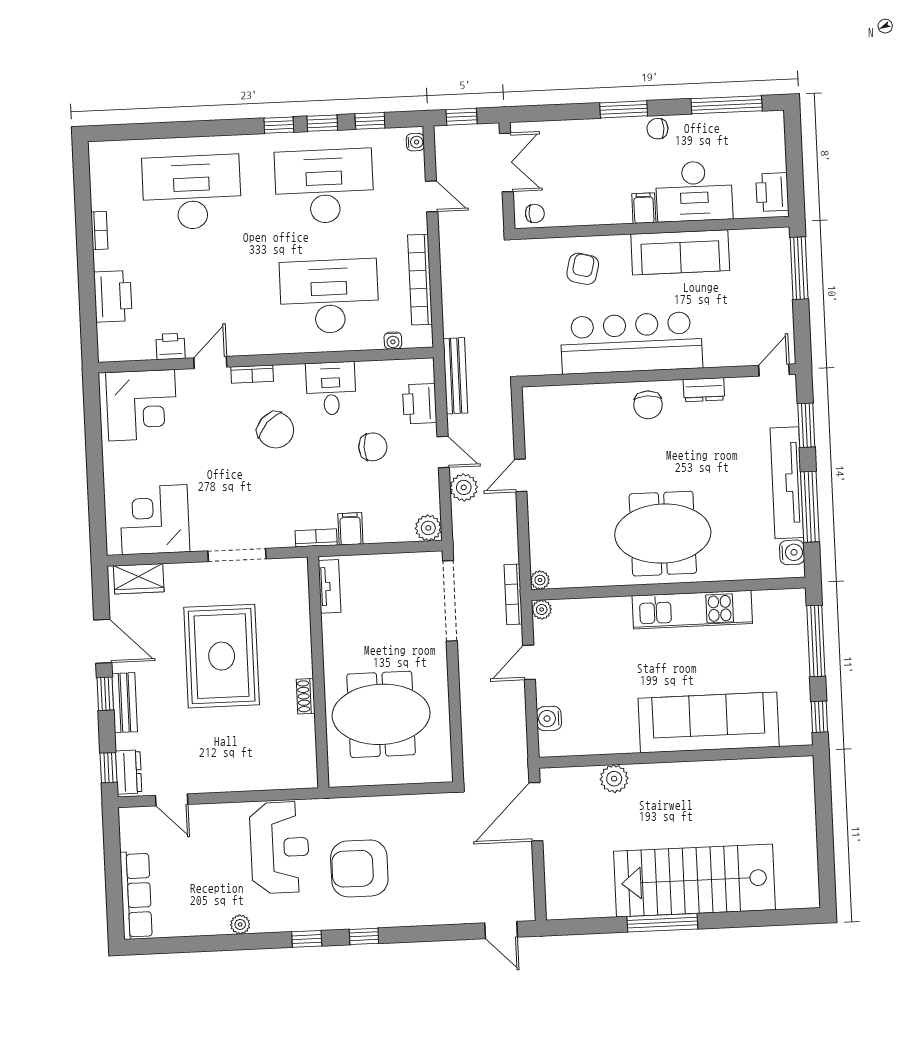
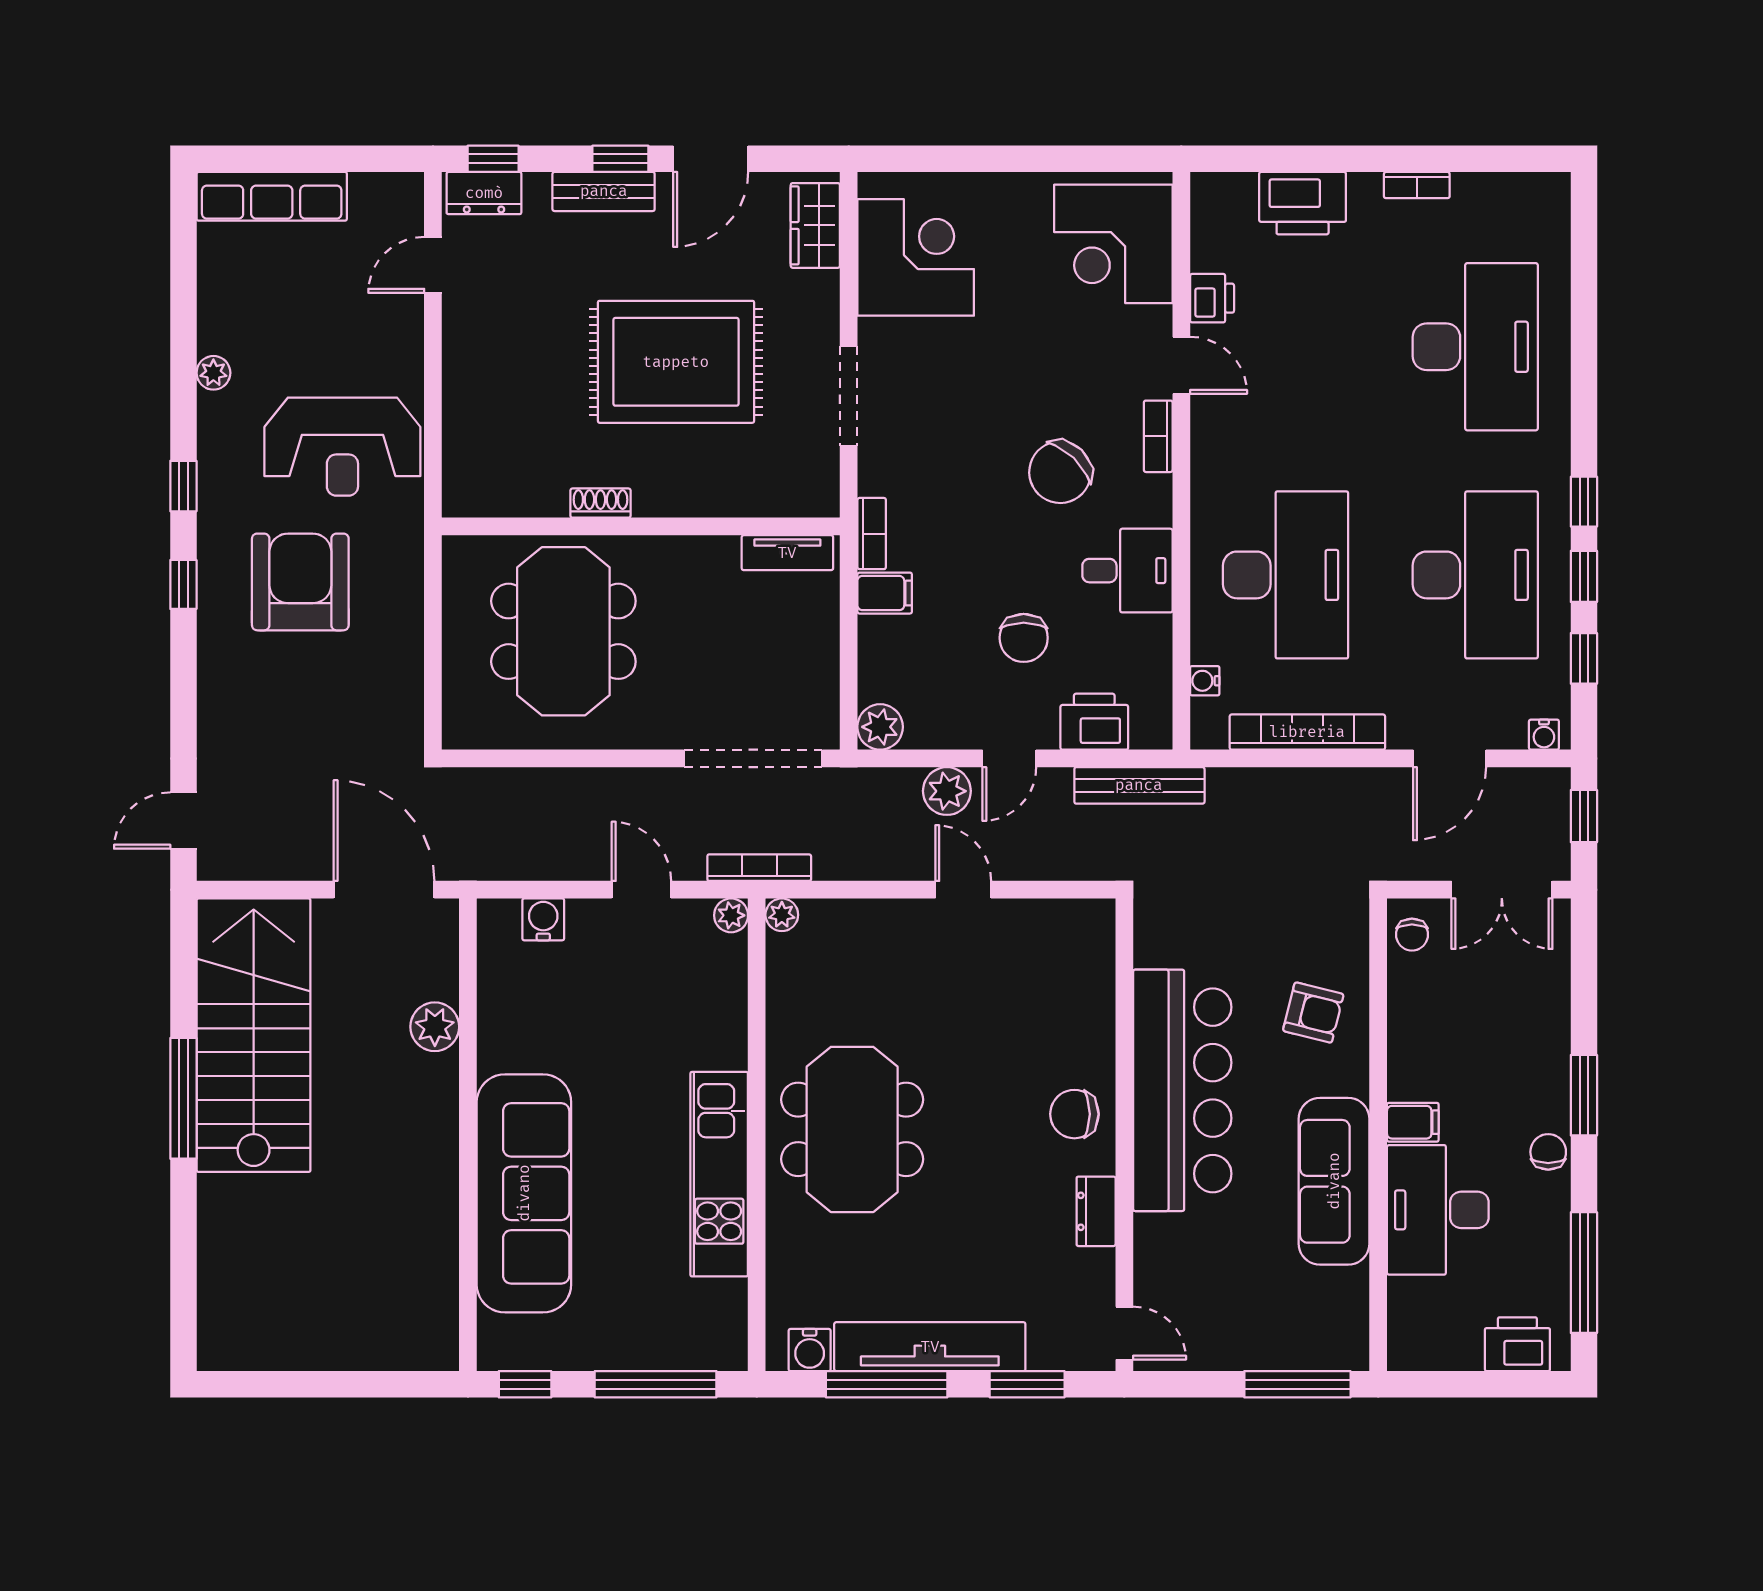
printer: (772, 192) -> (1517, 1344), moved
door: (432, 196) -> (1450, 758), width x1.38
stairs: (695, 880) -> (254, 1035), moved

